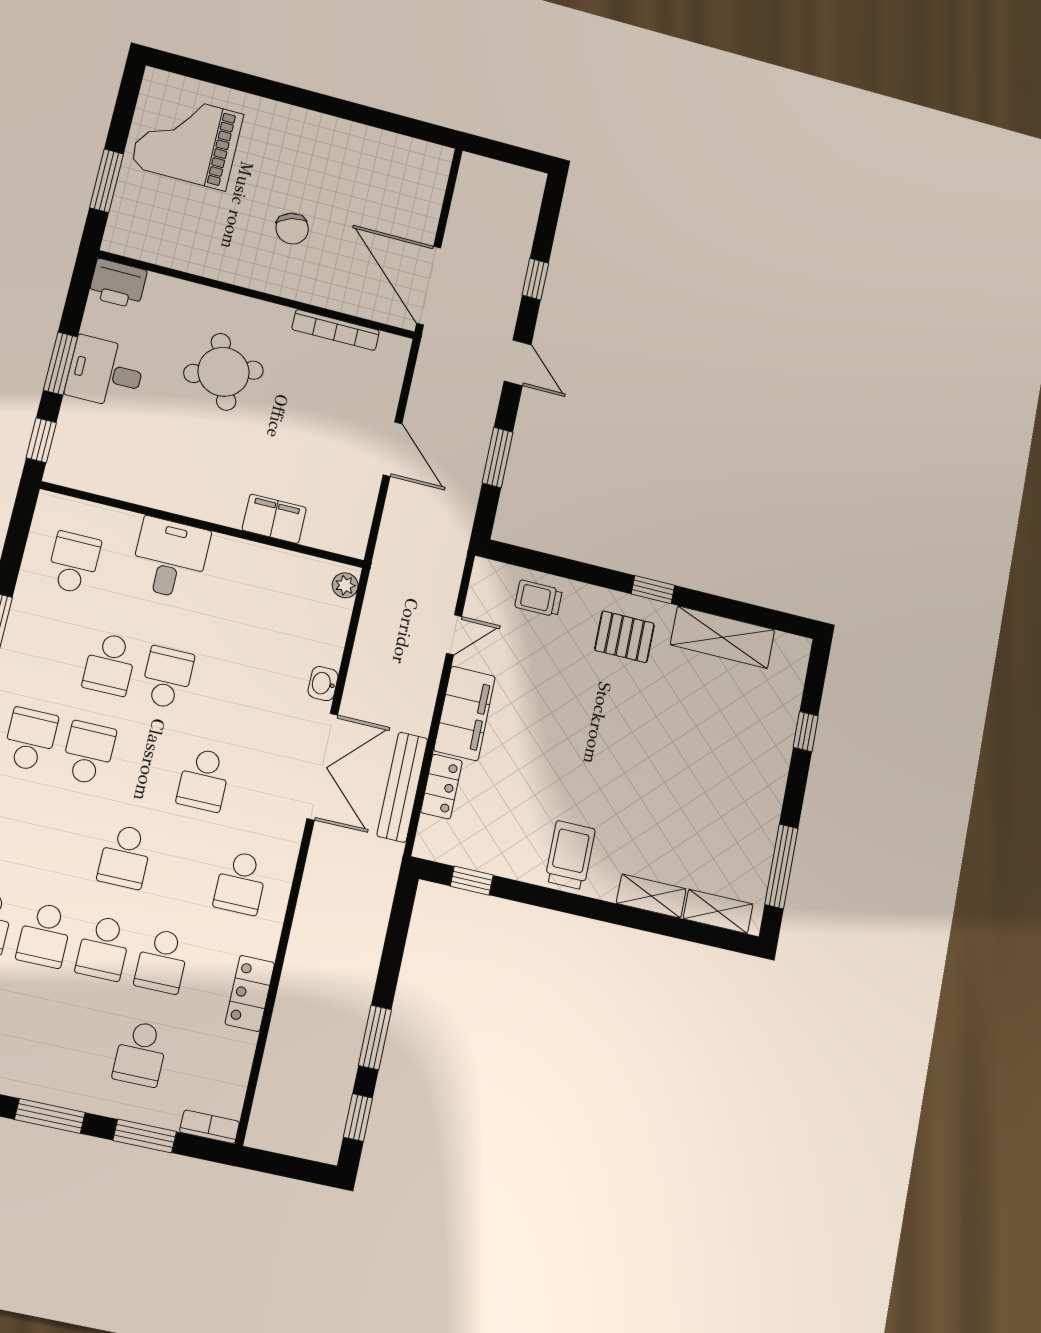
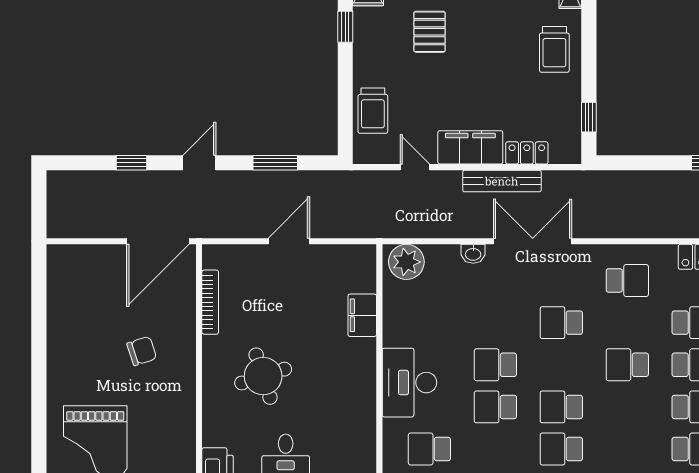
desk: (170, 558) -> (409, 383), width x1.37
plant: (345, 585) -> (406, 262), width x1.88, depth x1.88
trolley: (539, 598) -> (373, 111), width x1.36, depth x1.39
pallet: (624, 637) -> (430, 32), moved
school desk: (110, 664) -> (495, 407), turned 180
school desk: (204, 780) -> (561, 323), turned 180
bench: (402, 787) -> (502, 181), moved
trolley: (570, 855) -> (554, 49), turned -90
school desk: (125, 857) -> (627, 365), turned 180

